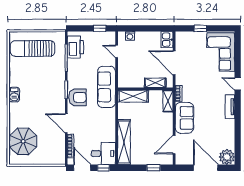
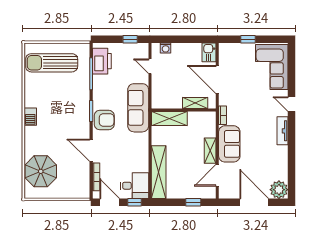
shelving: (168, 101) -> (210, 151), moved

